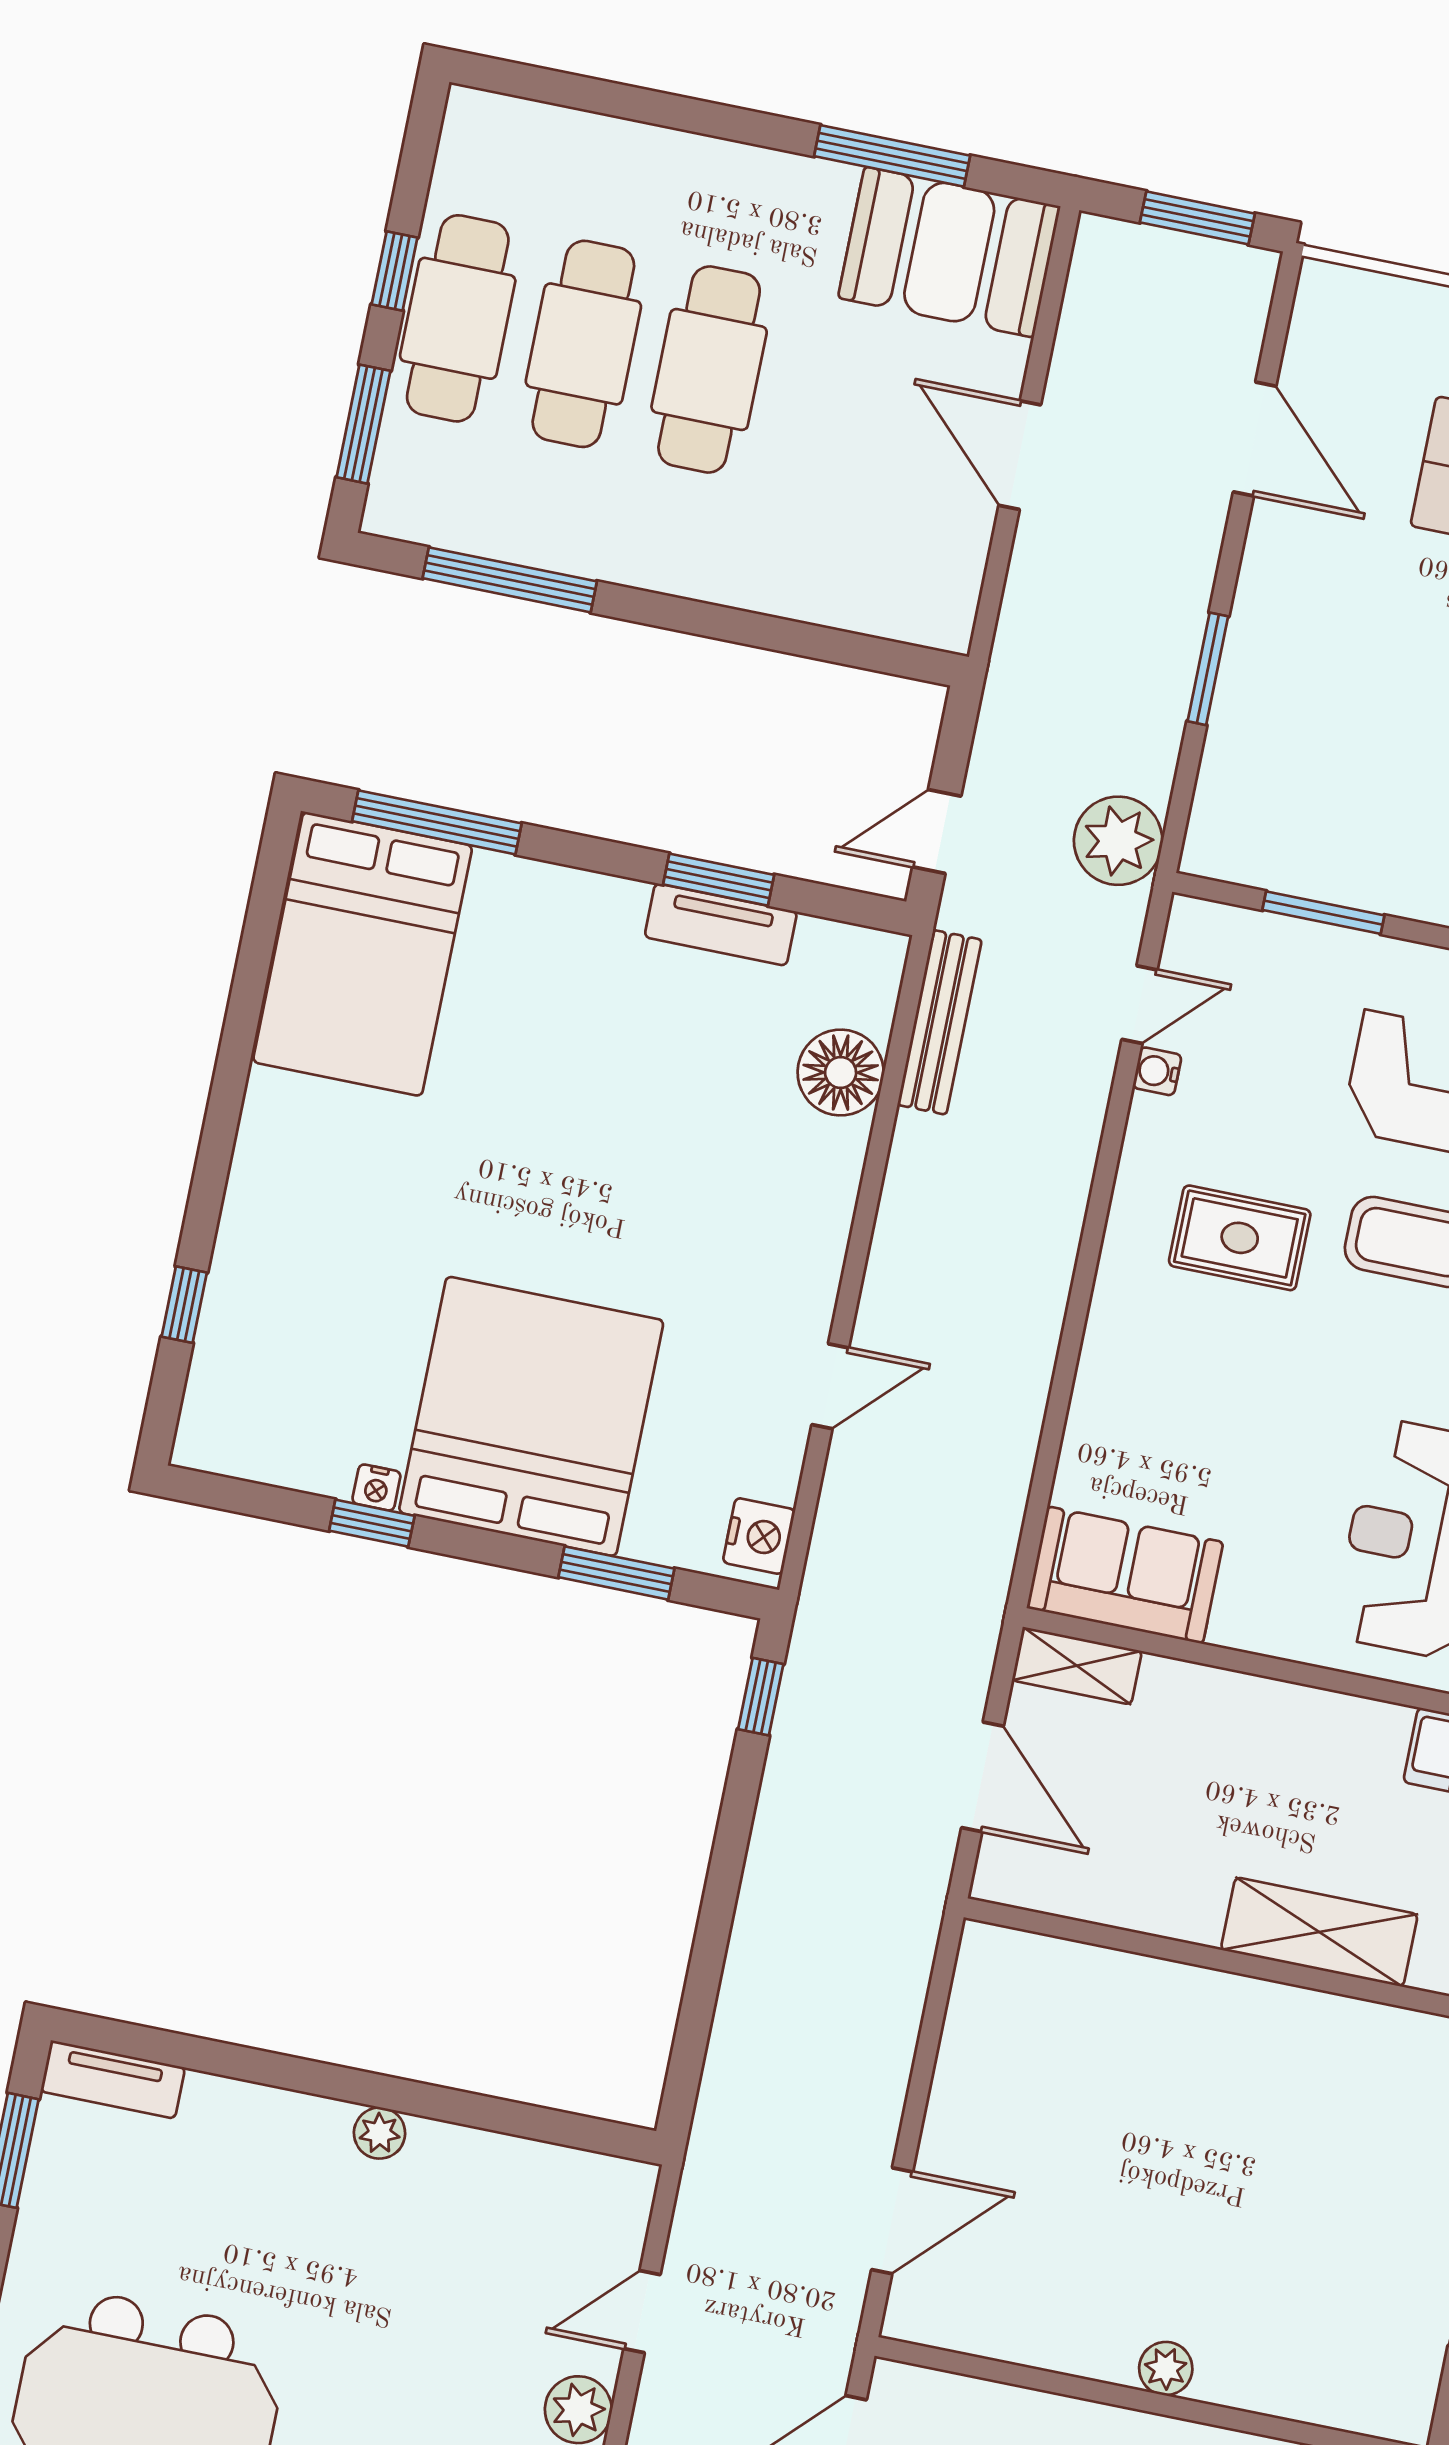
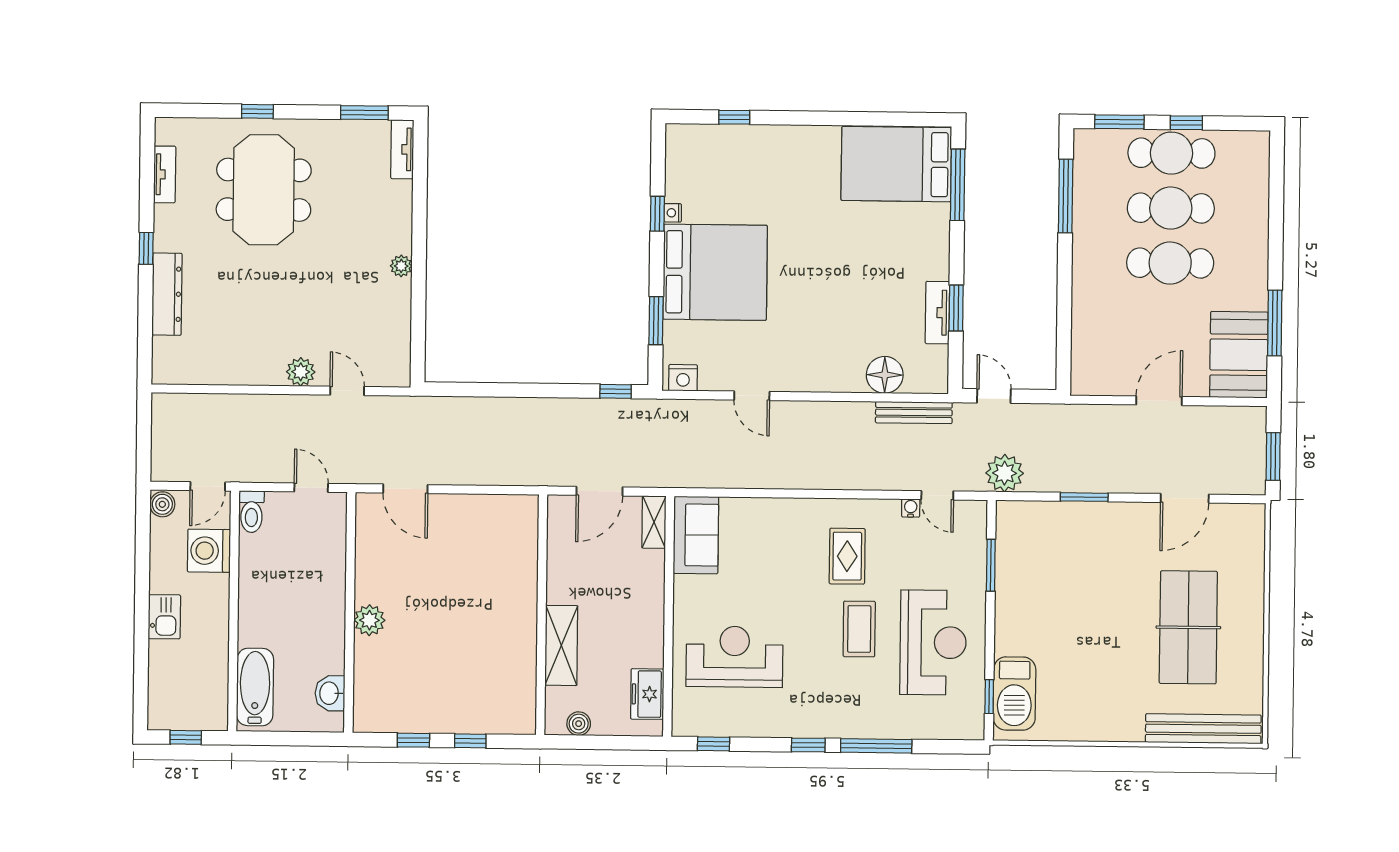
plant: (1166, 2369) -> (369, 620), width x1.38, depth x1.38

